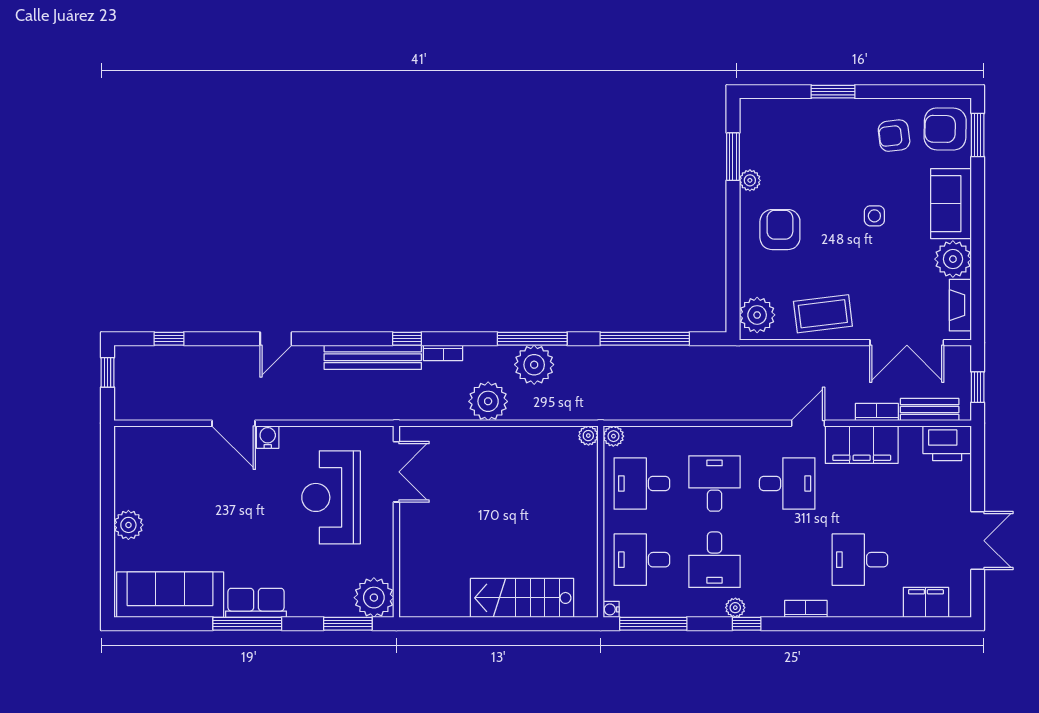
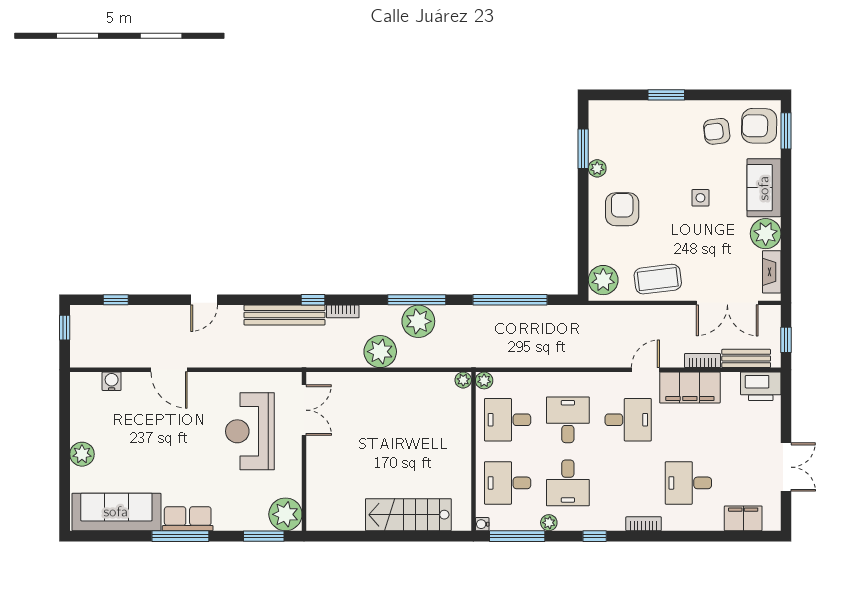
water cooler: (268, 437) -> (112, 381), moved
plant: (735, 608) -> (549, 523), moved

